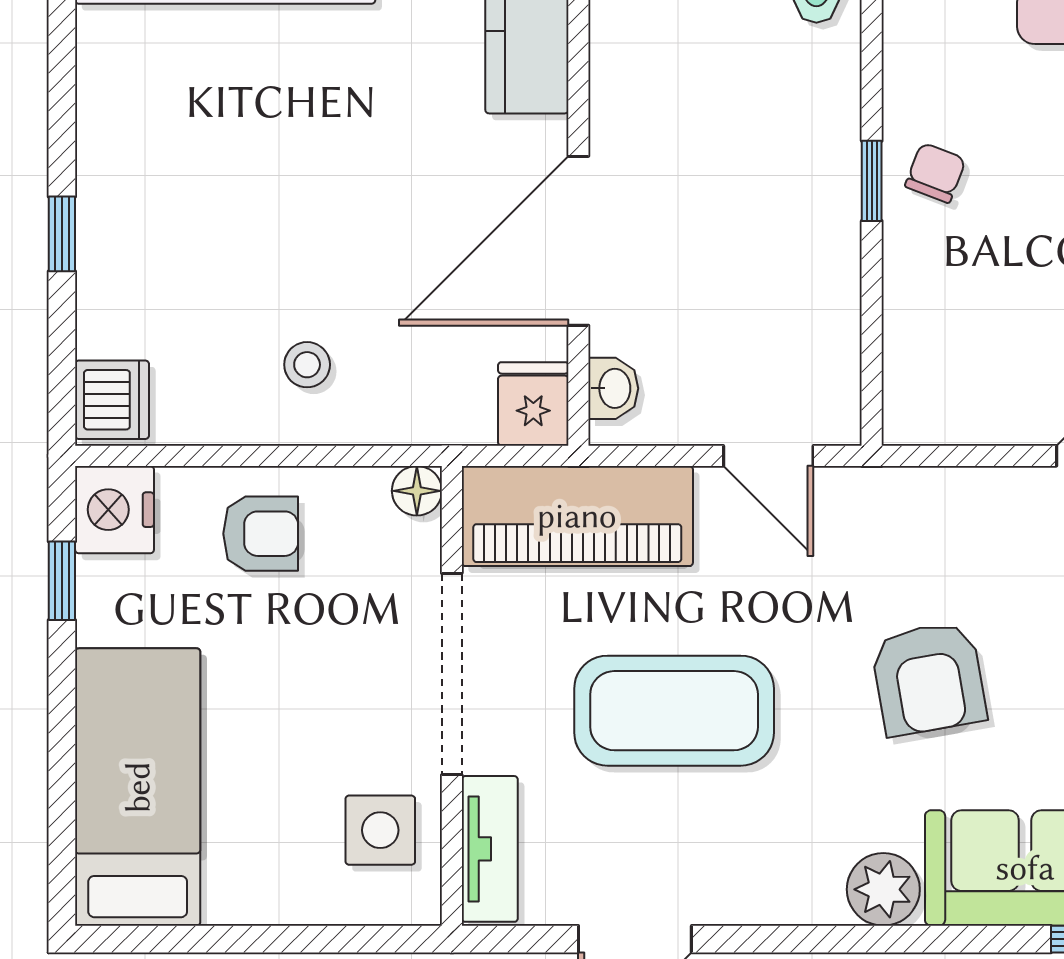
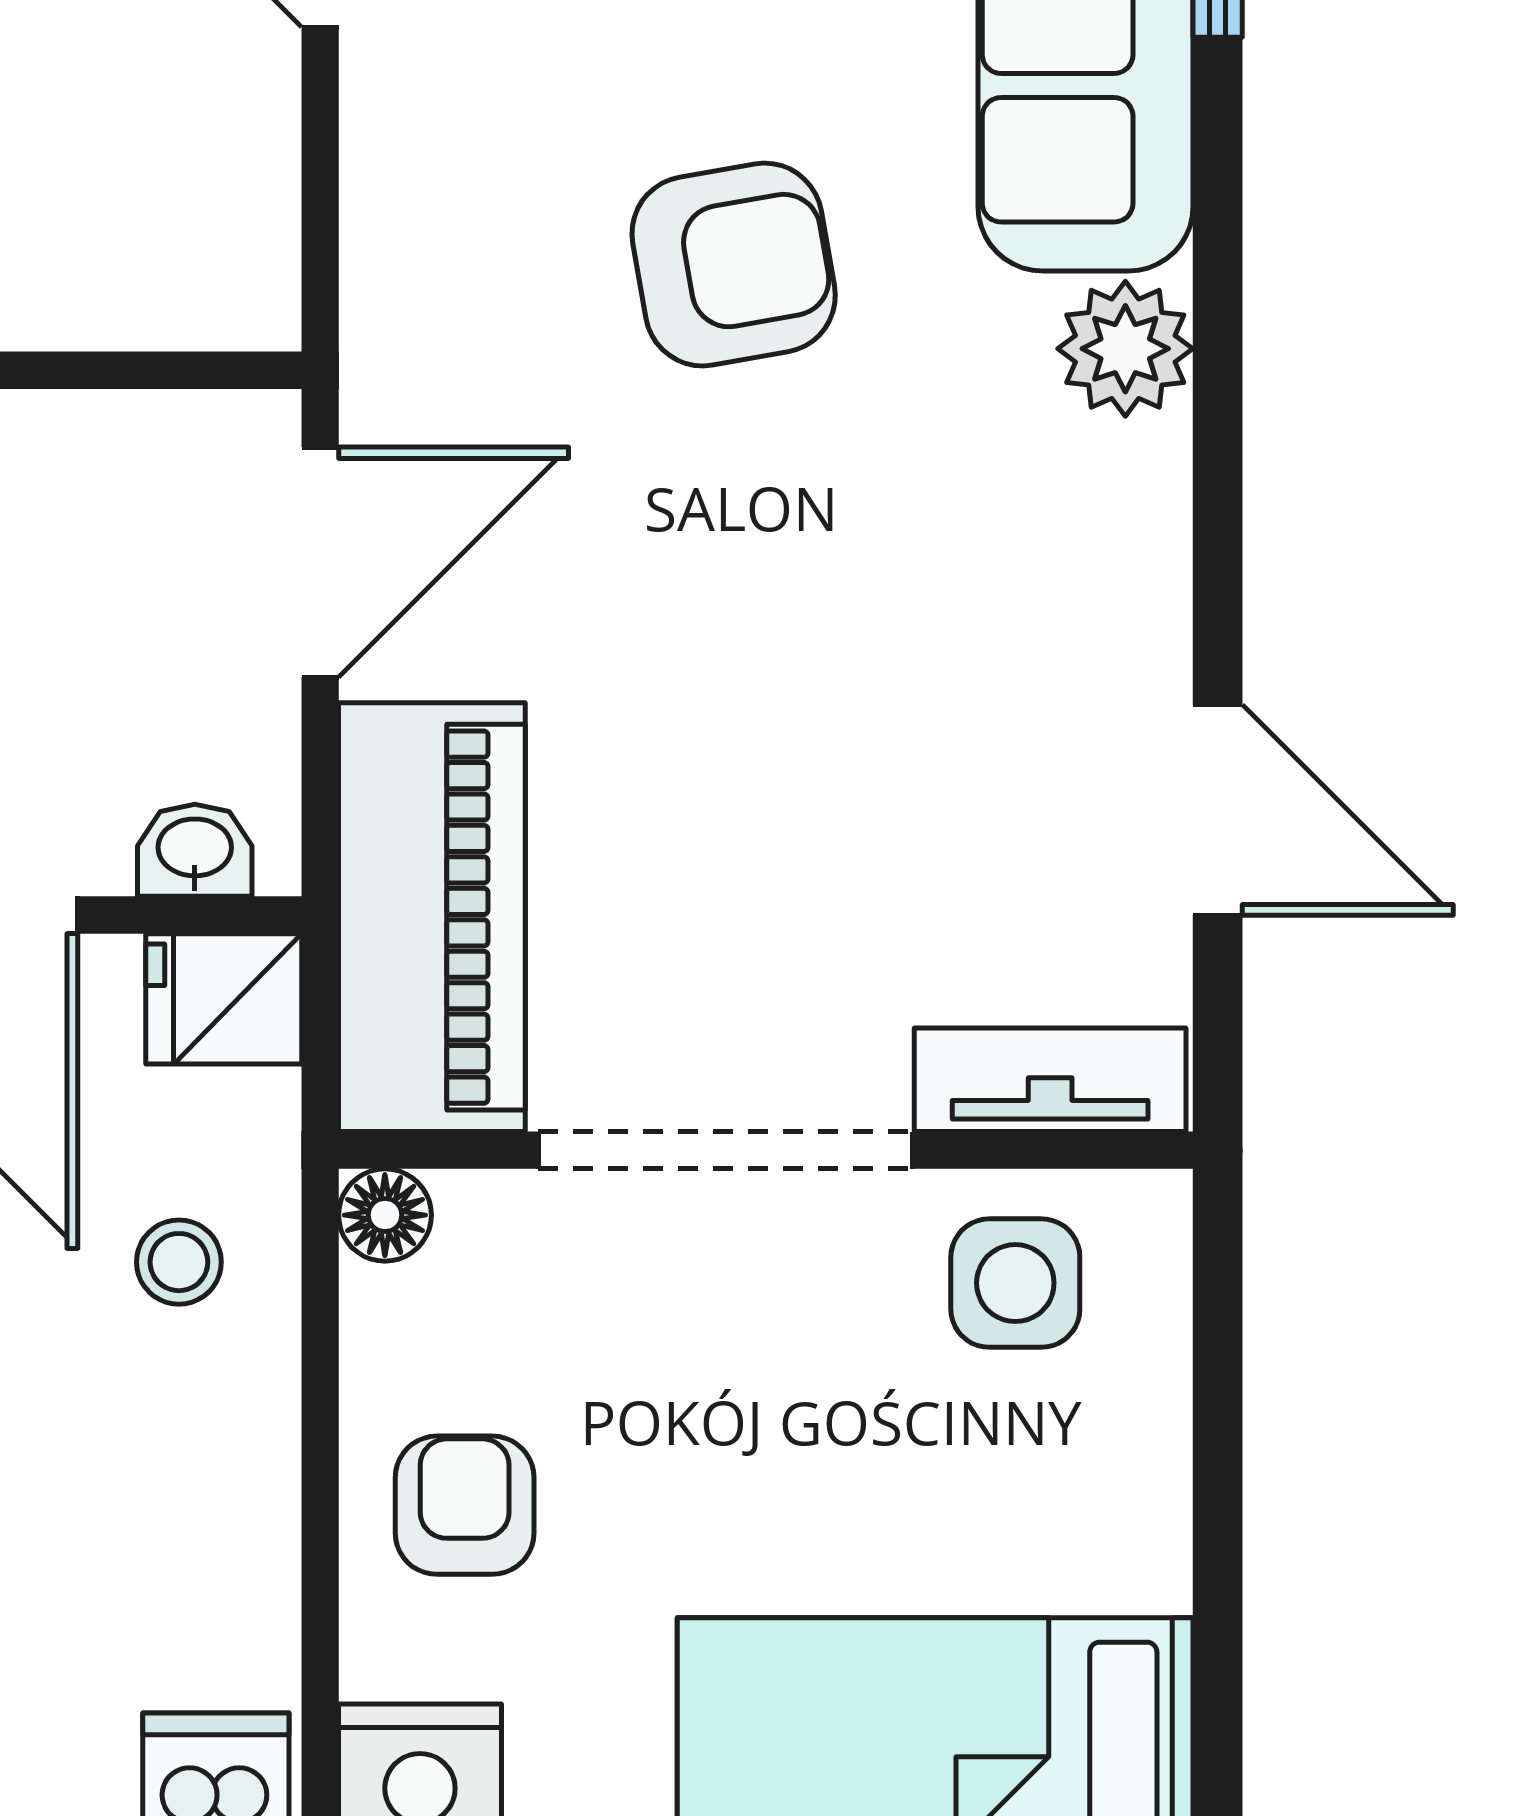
stool: (307, 365) -> (179, 1262), moved
door: (768, 456) -> (320, 562), width x1.38
coffee table: (674, 711) -> (793, 737), removed

